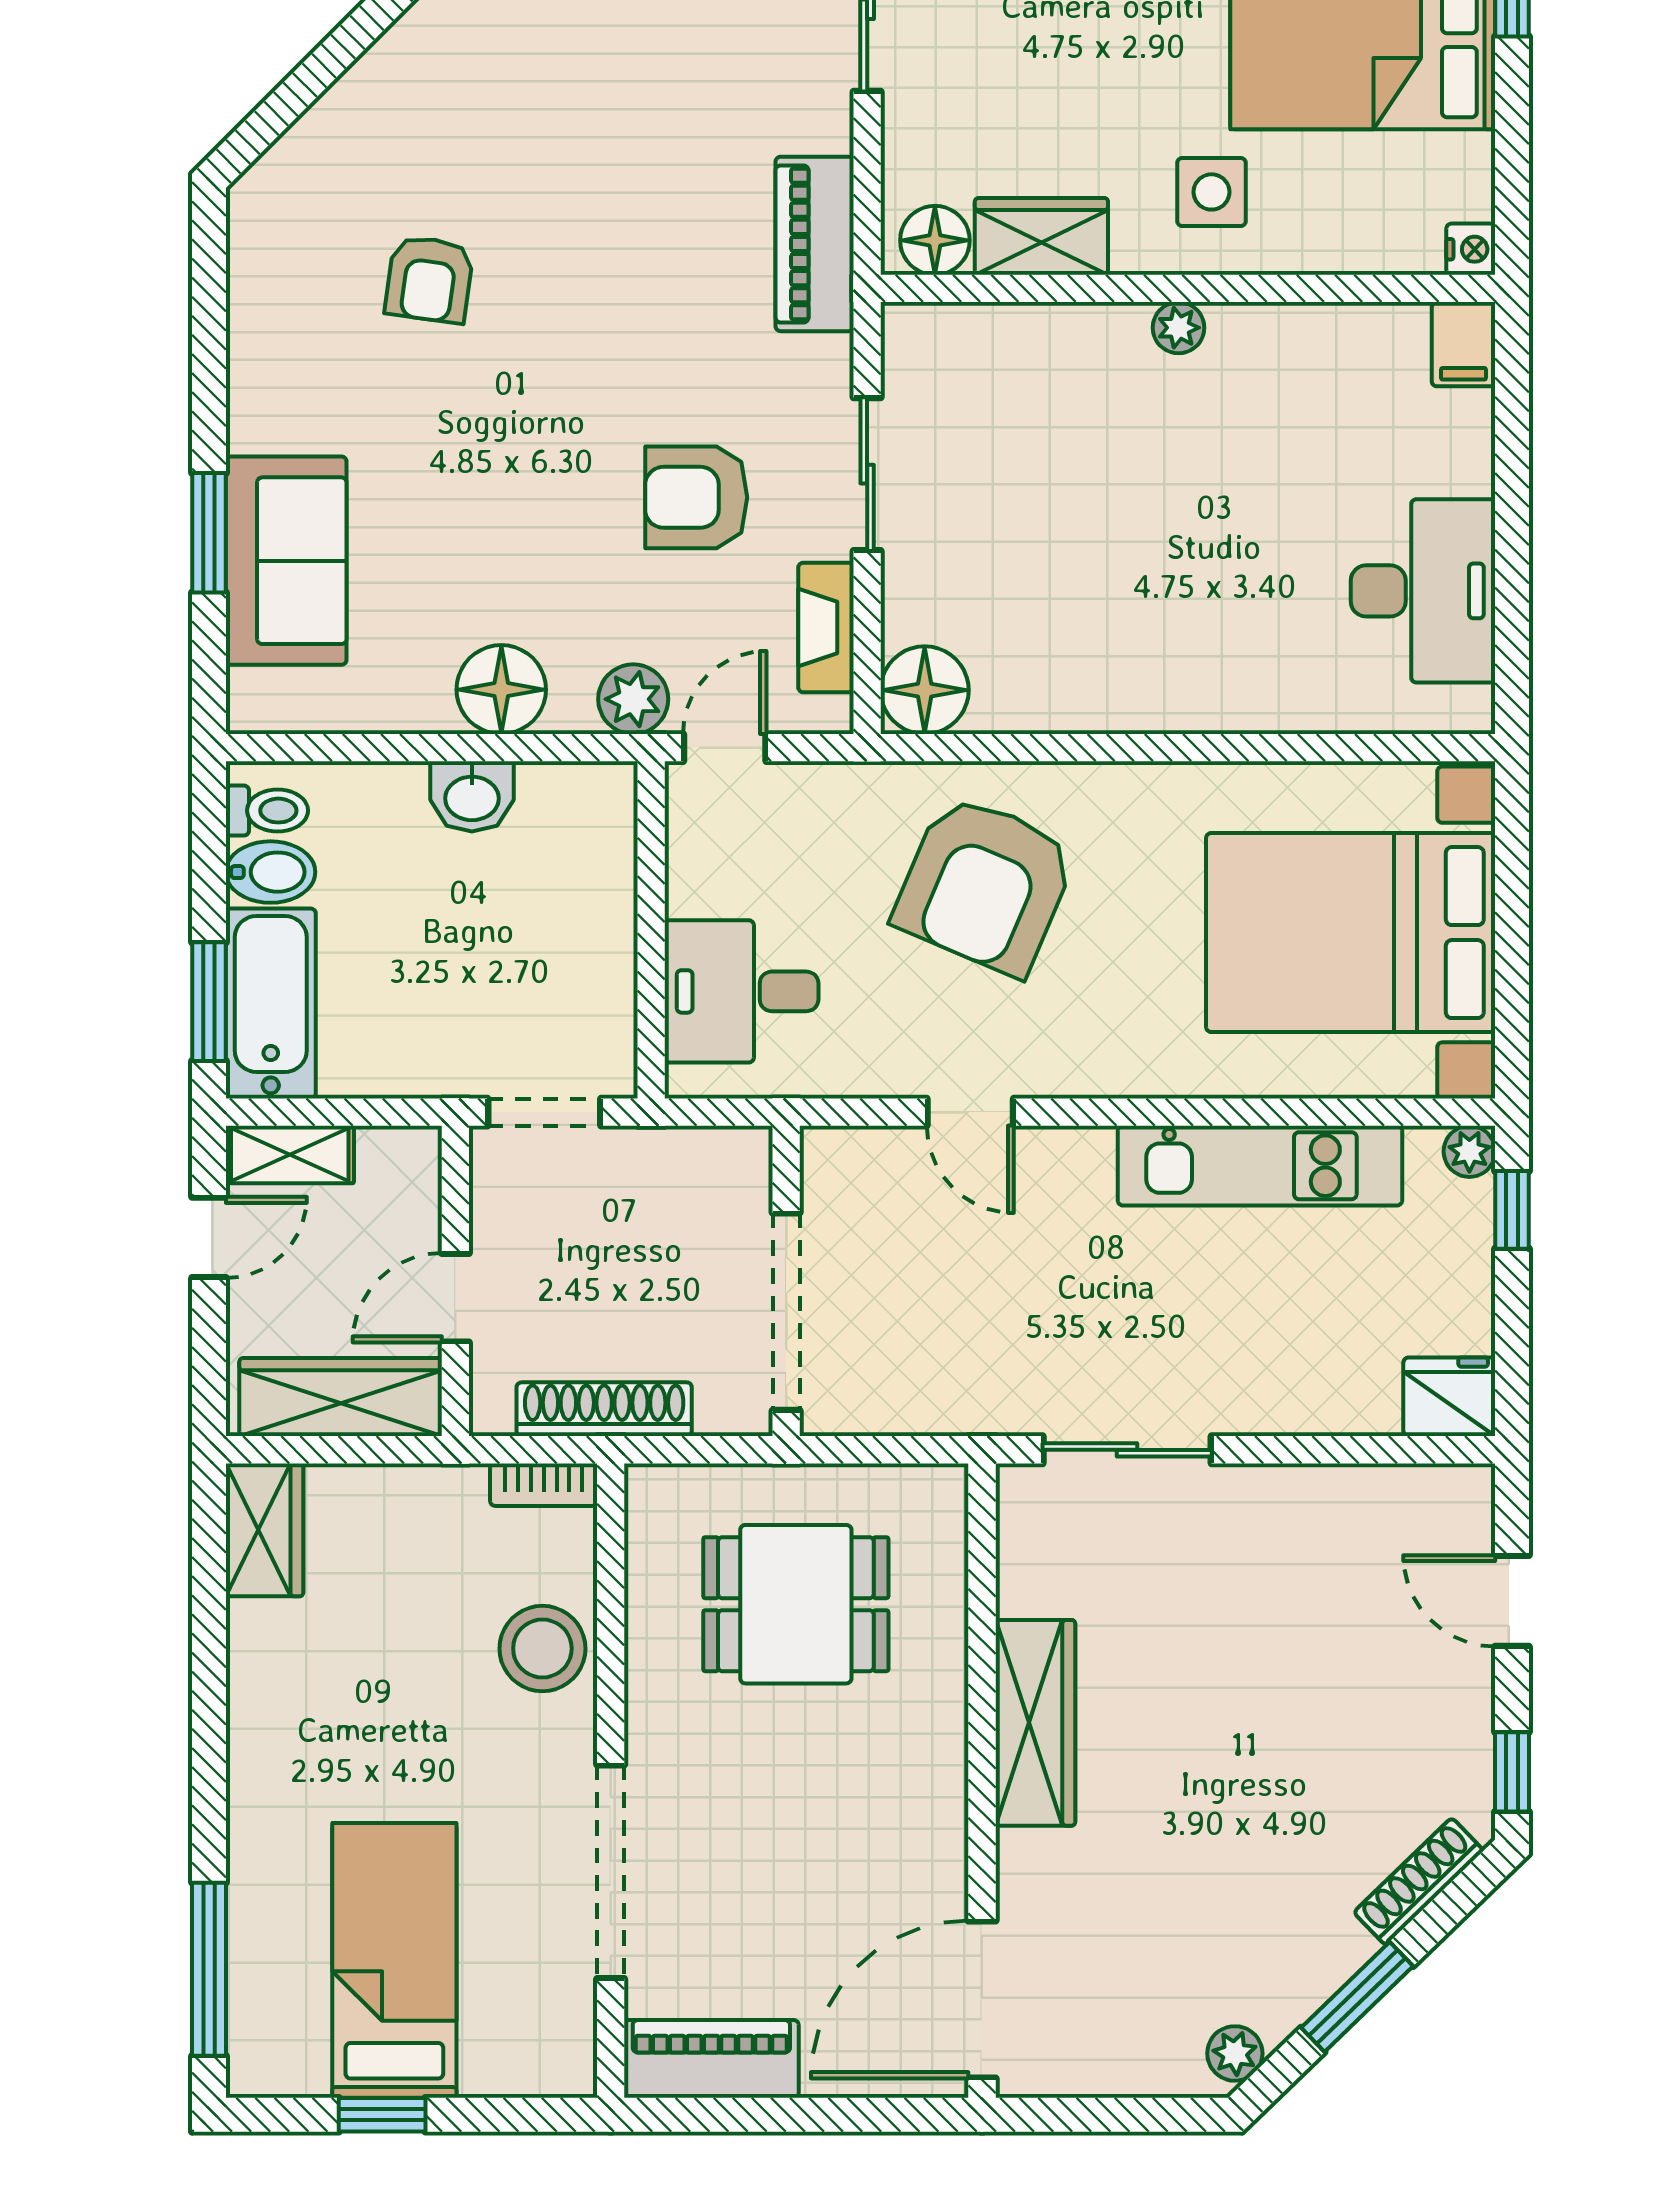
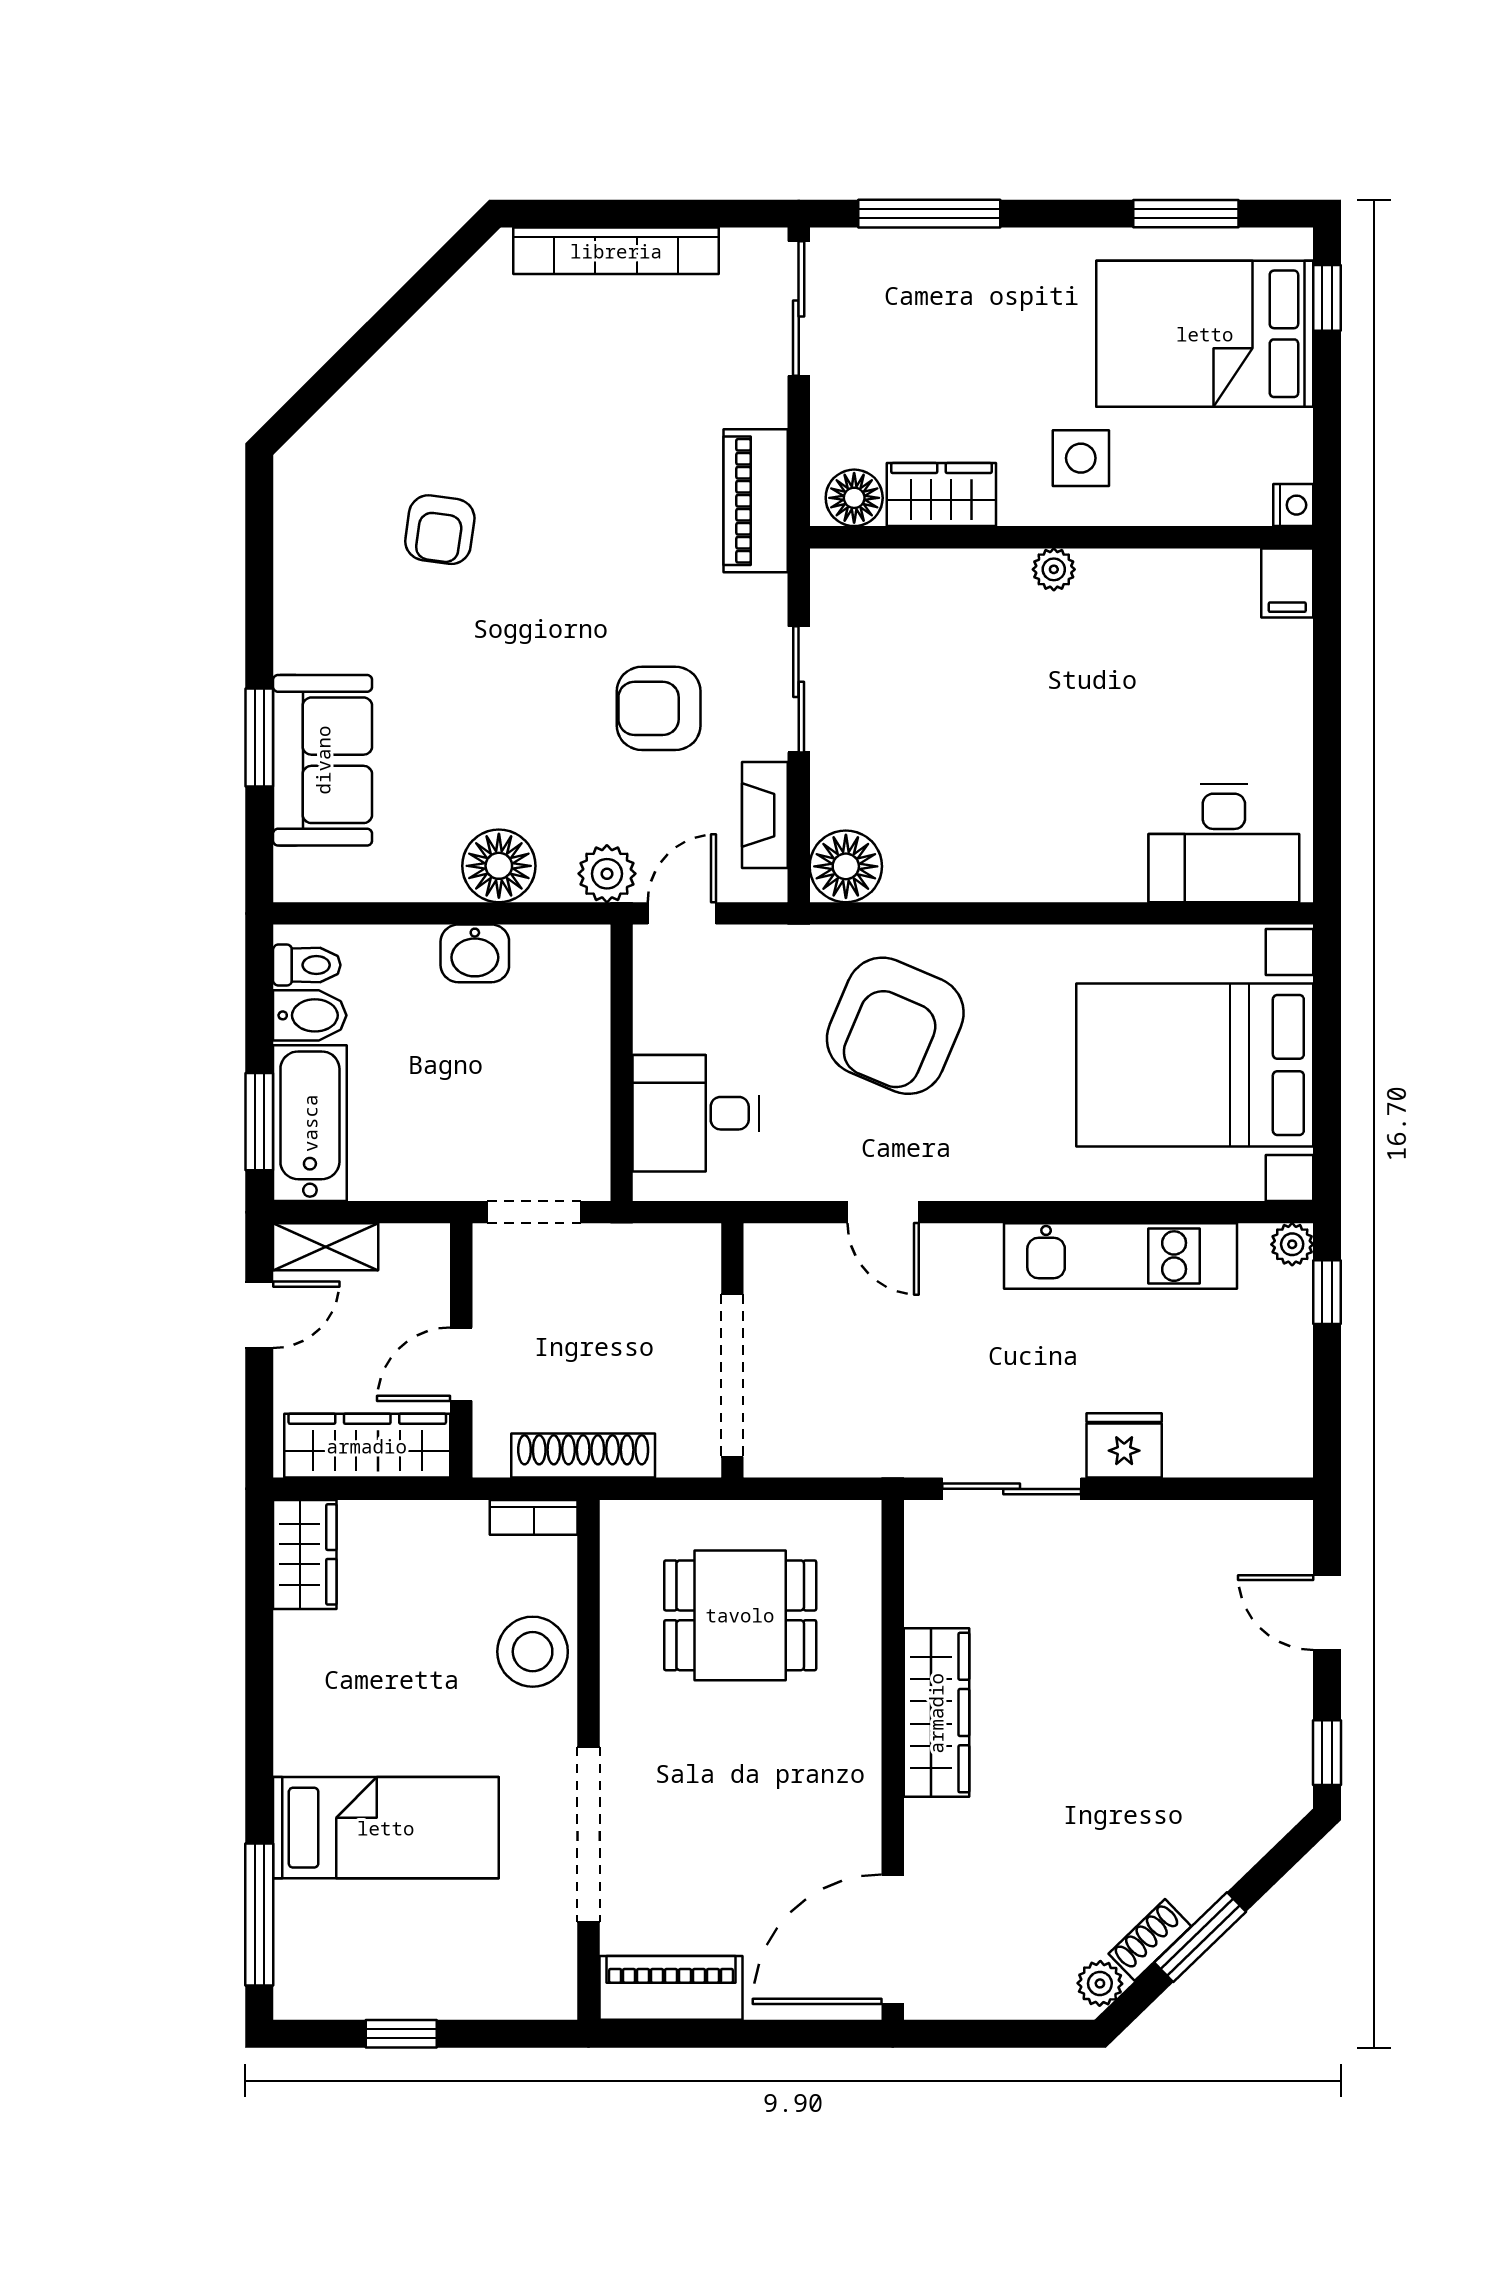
desk: (1423, 591) -> (1224, 843), moved, turned 90
fridge: (1449, 1397) -> (1124, 1445), moved
shoe rack: (1419, 1882) -> (1150, 1940), moved, width x0.70
bed: (394, 1960) -> (386, 1828), moved, turned 90

